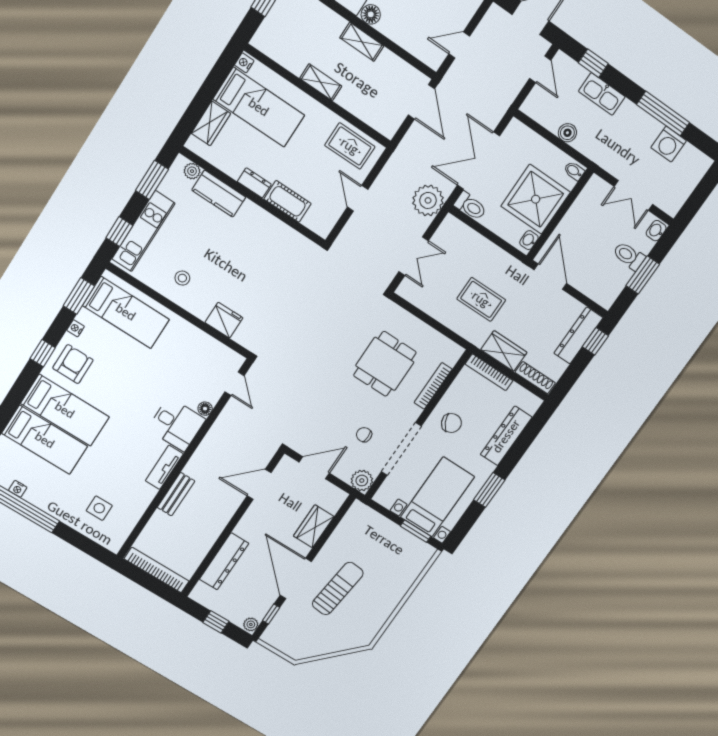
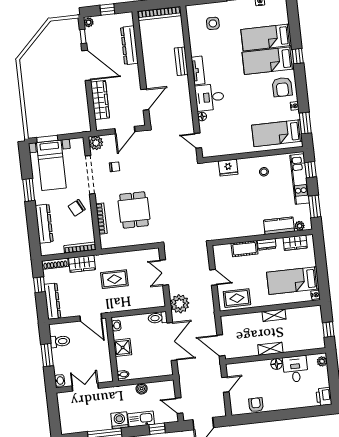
wardrobe: (211, 123) -> (295, 243), moved, turned -90
washing machine: (669, 144) -> (119, 420), moved
shower: (536, 199) -> (123, 347), width x0.54, depth x0.54
toilet: (629, 256) -> (60, 341), moved
window: (595, 341) -> (39, 285), moved
window: (43, 353) -> (298, 56), moved
wardrobe: (314, 526) -> (100, 100), width x1.50
sun lounger: (338, 589) -> (61, 77), removed

